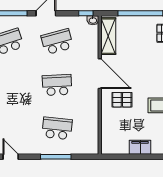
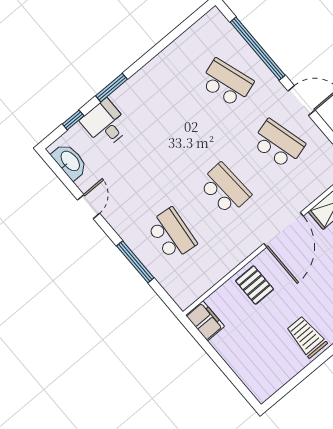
pallet: (122, 100) -> (255, 285), moved
filing cabinet: (140, 147) -> (205, 321), moved

